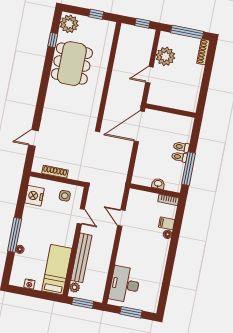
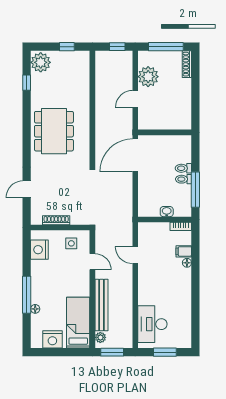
dining table: (72, 64) -> (54, 131), moved
nightstand: (29, 284) -> (52, 339), width x1.89, depth x1.79

